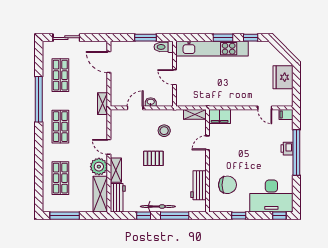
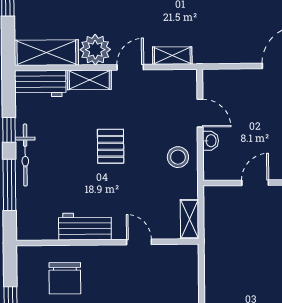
shelving: (103, 104) -> (172, 55), moved
filing cabinet: (220, 116) -> (186, 263), removed
stool: (164, 131) -> (178, 157), moved
workbench: (198, 185) -> (85, 227), moved

